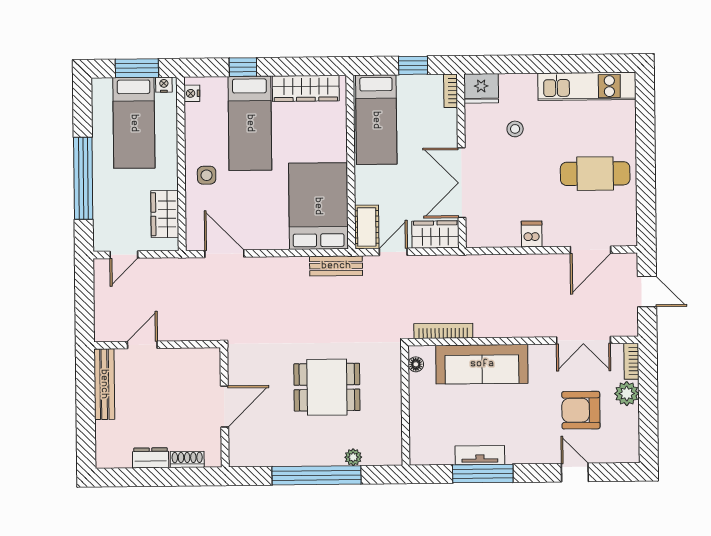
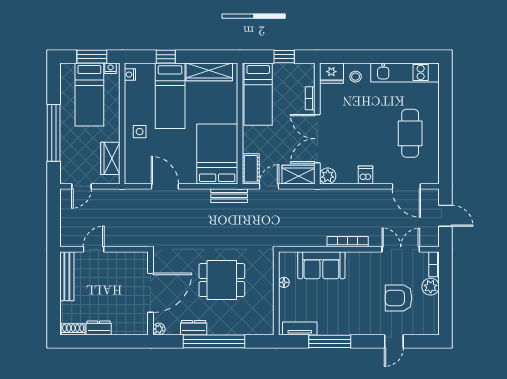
bookcase: (451, 91) -> (310, 98), moved
stool: (515, 129) -> (356, 77), moved
cafe table: (595, 174) -> (410, 133), turned 90
plant: (477, 236) -> (328, 176), added
door: (590, 250) -> (406, 186), hinge flipped
door: (224, 254) -> (165, 186), moved
bookcase: (443, 331) -> (348, 242), moved
double door: (583, 340) -> (401, 249), swing flipped
floor lamp: (416, 364) -> (284, 282), moved
sofa: (482, 364) -> (321, 265), width x0.73
door: (225, 407) -> (150, 293), width x1.36
tv unit: (480, 455) -> (300, 328), moved
dresser: (287, 456) -> (194, 328), added
plant: (353, 457) -> (159, 329), moved
shoe rack: (187, 459) -> (73, 329), moved
door: (575, 473) -> (394, 341), swing flipped

